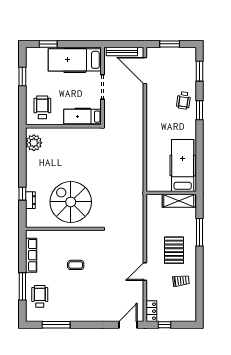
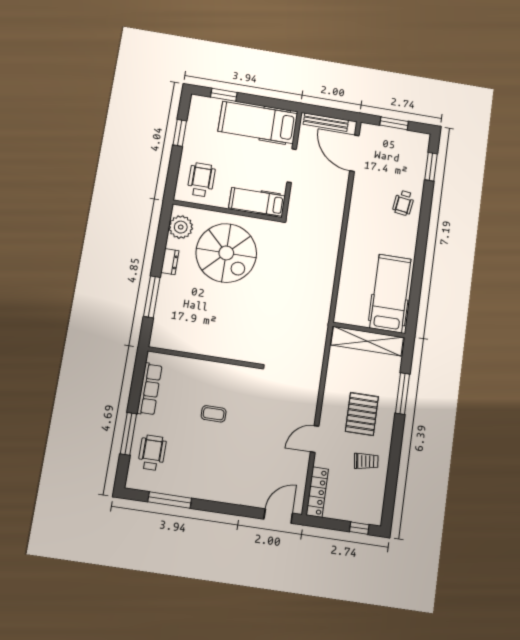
window: (200, 110) -> (424, 220), removed
window: (22, 194) -> (152, 297), width x2.17
dresser: (30, 200) -> (170, 262), moved
shelving: (179, 201) -> (367, 341), width x1.47
spiral stairs: (71, 202) -> (226, 253), moved, turned 180
locker: (151, 311) -> (317, 492), width x1.53
window: (164, 325) -> (359, 528), moved

